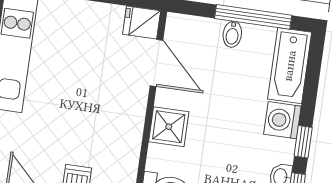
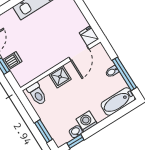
washing machine: (282, 120) -> (87, 121), moved
window: (303, 142) -> (95, 129), removed

